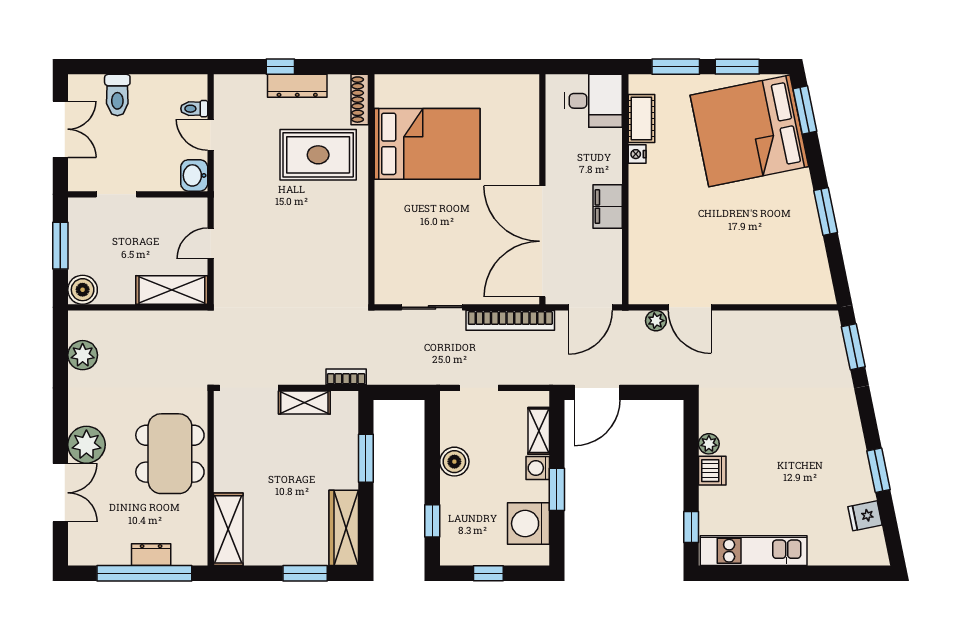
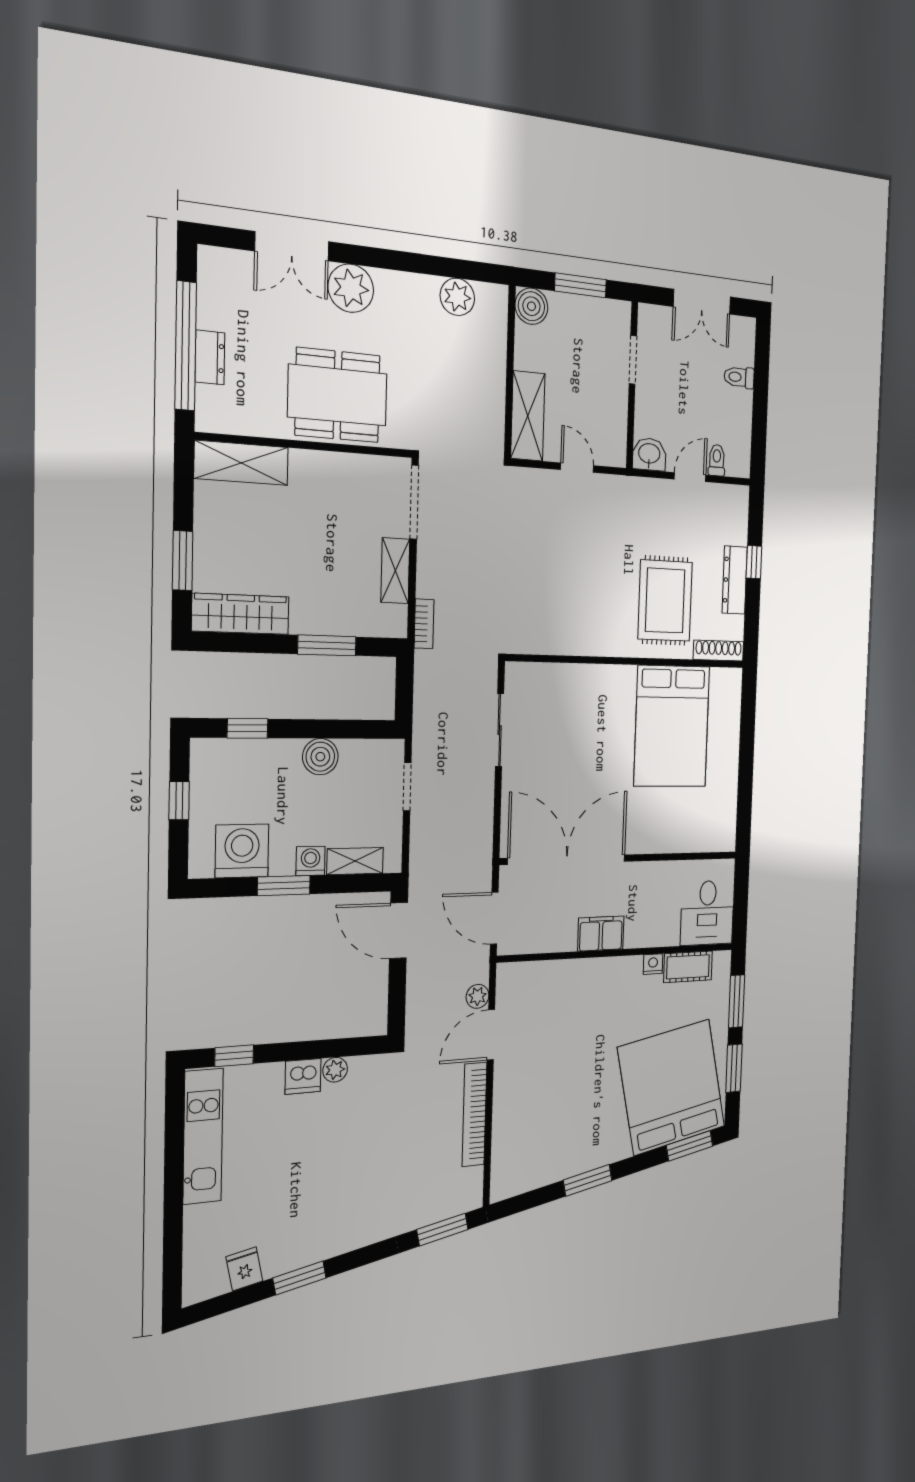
toilet: (117, 95) -> (739, 377), width x0.73, depth x0.72
bookcase: (510, 320) -> (474, 1115), moved

